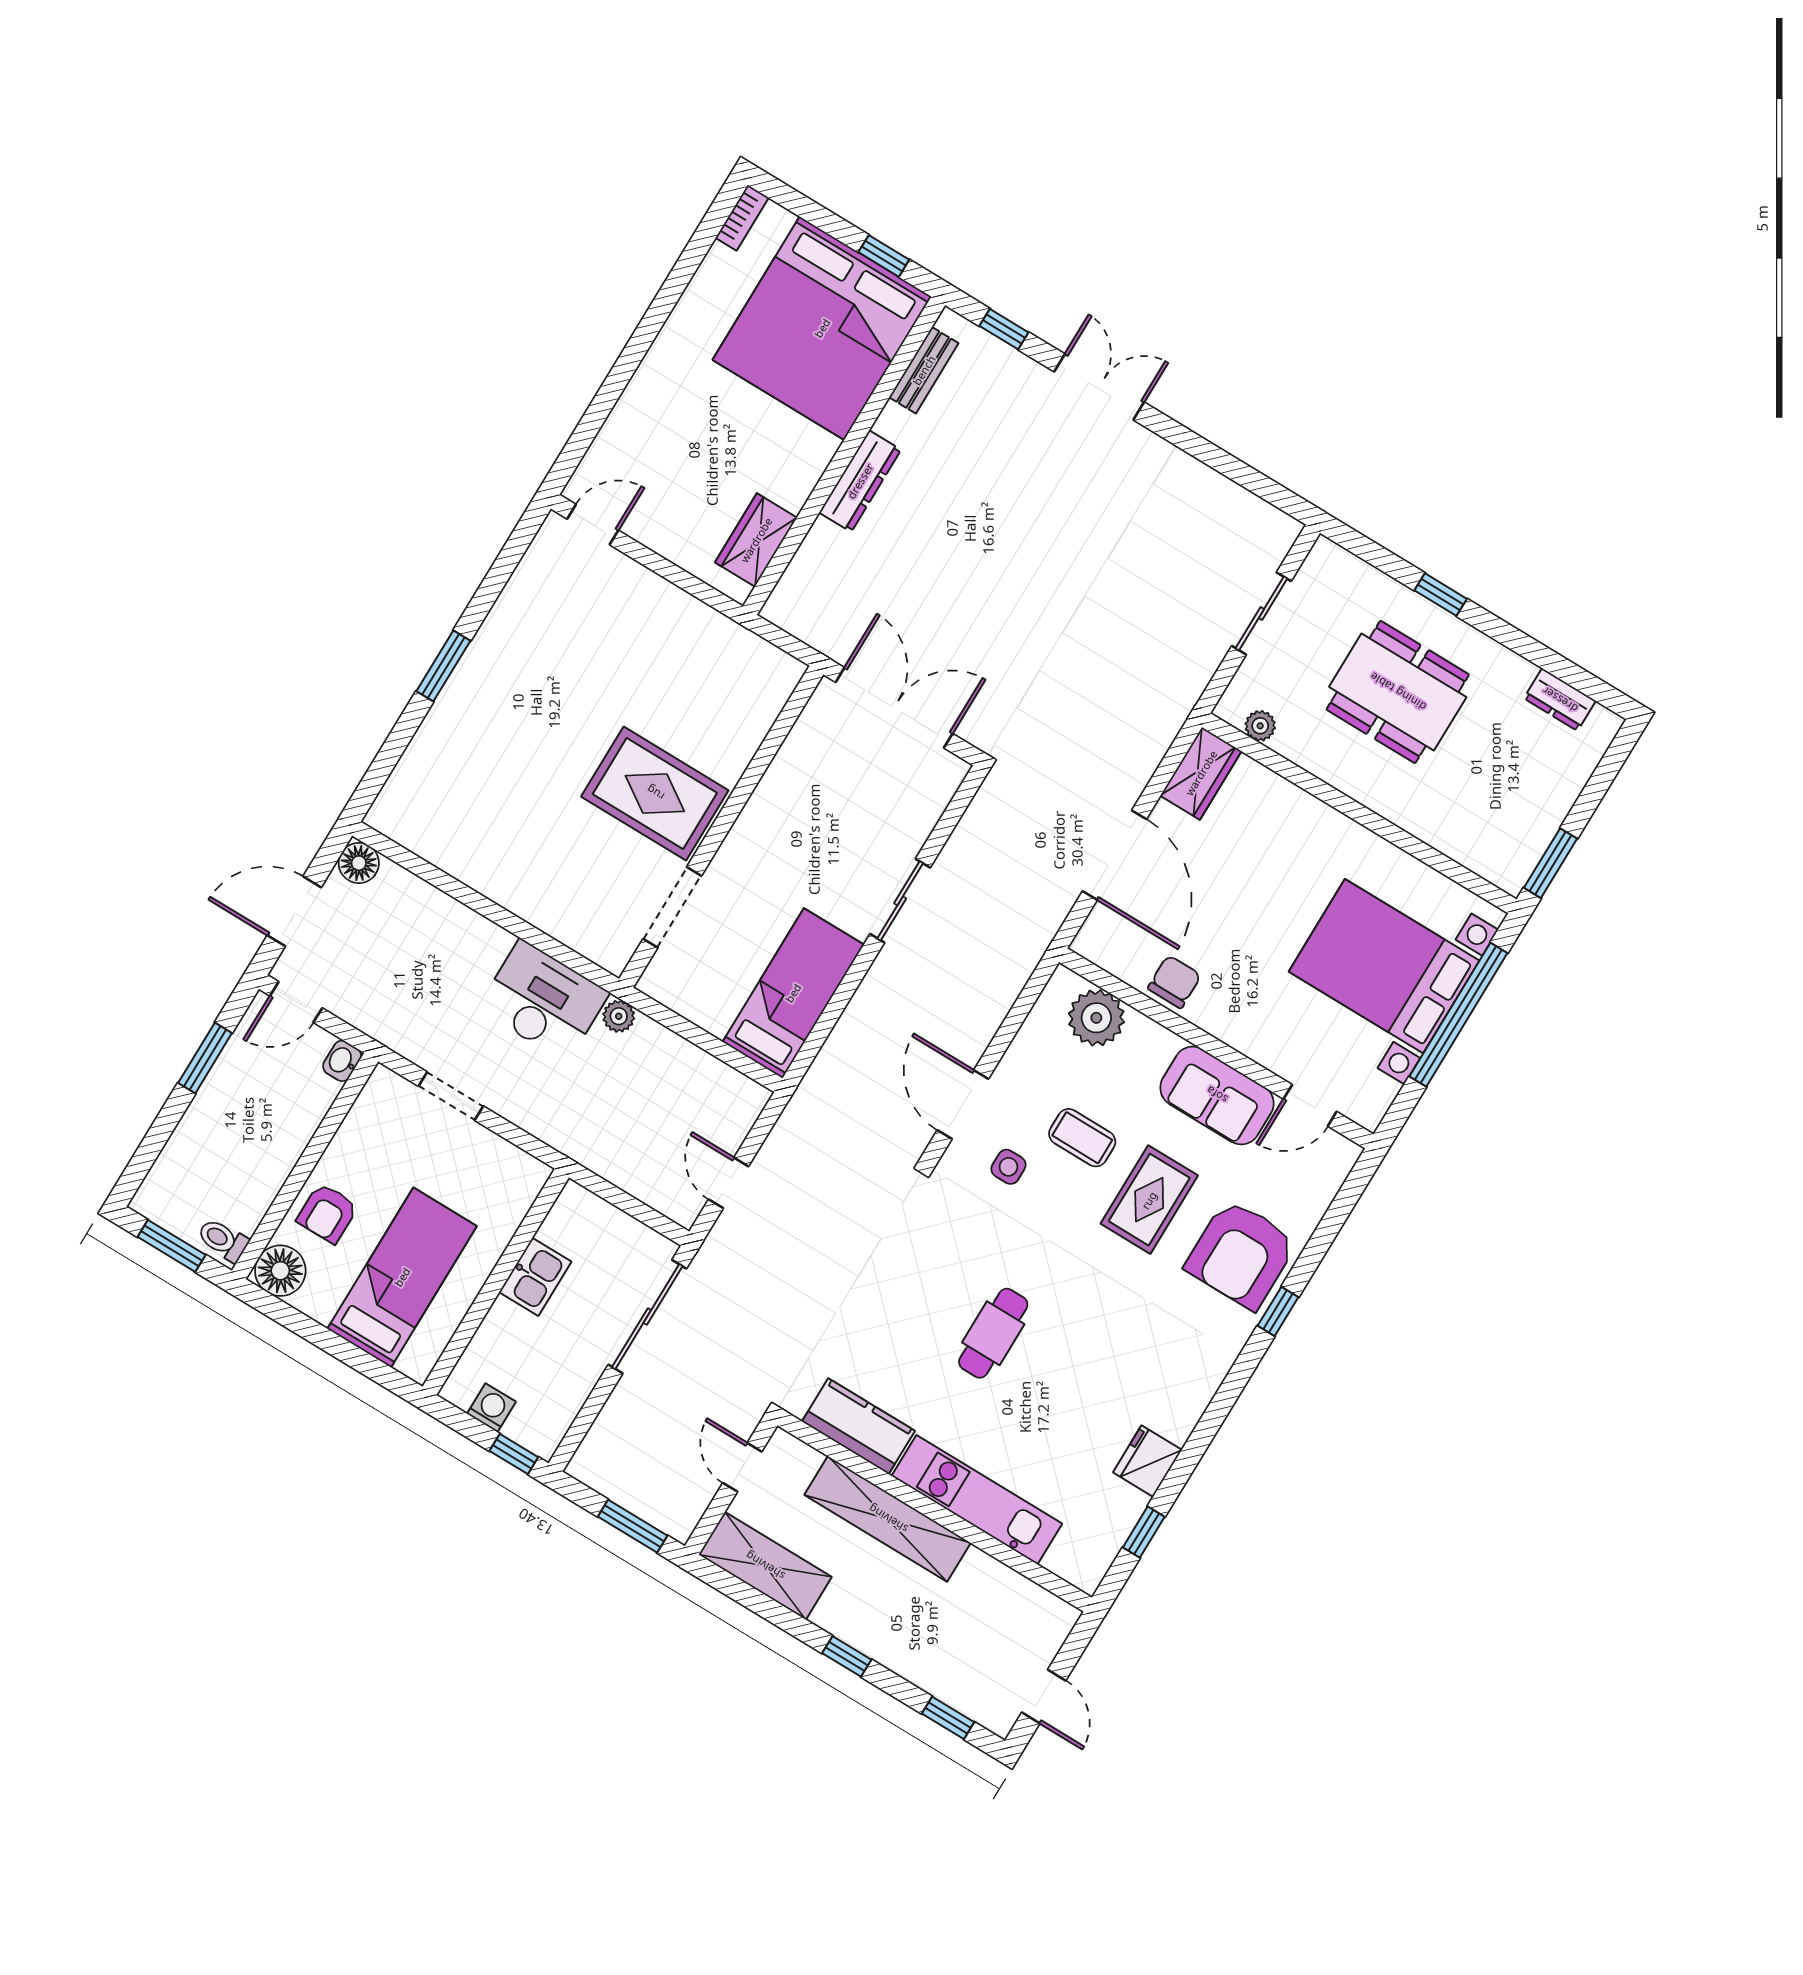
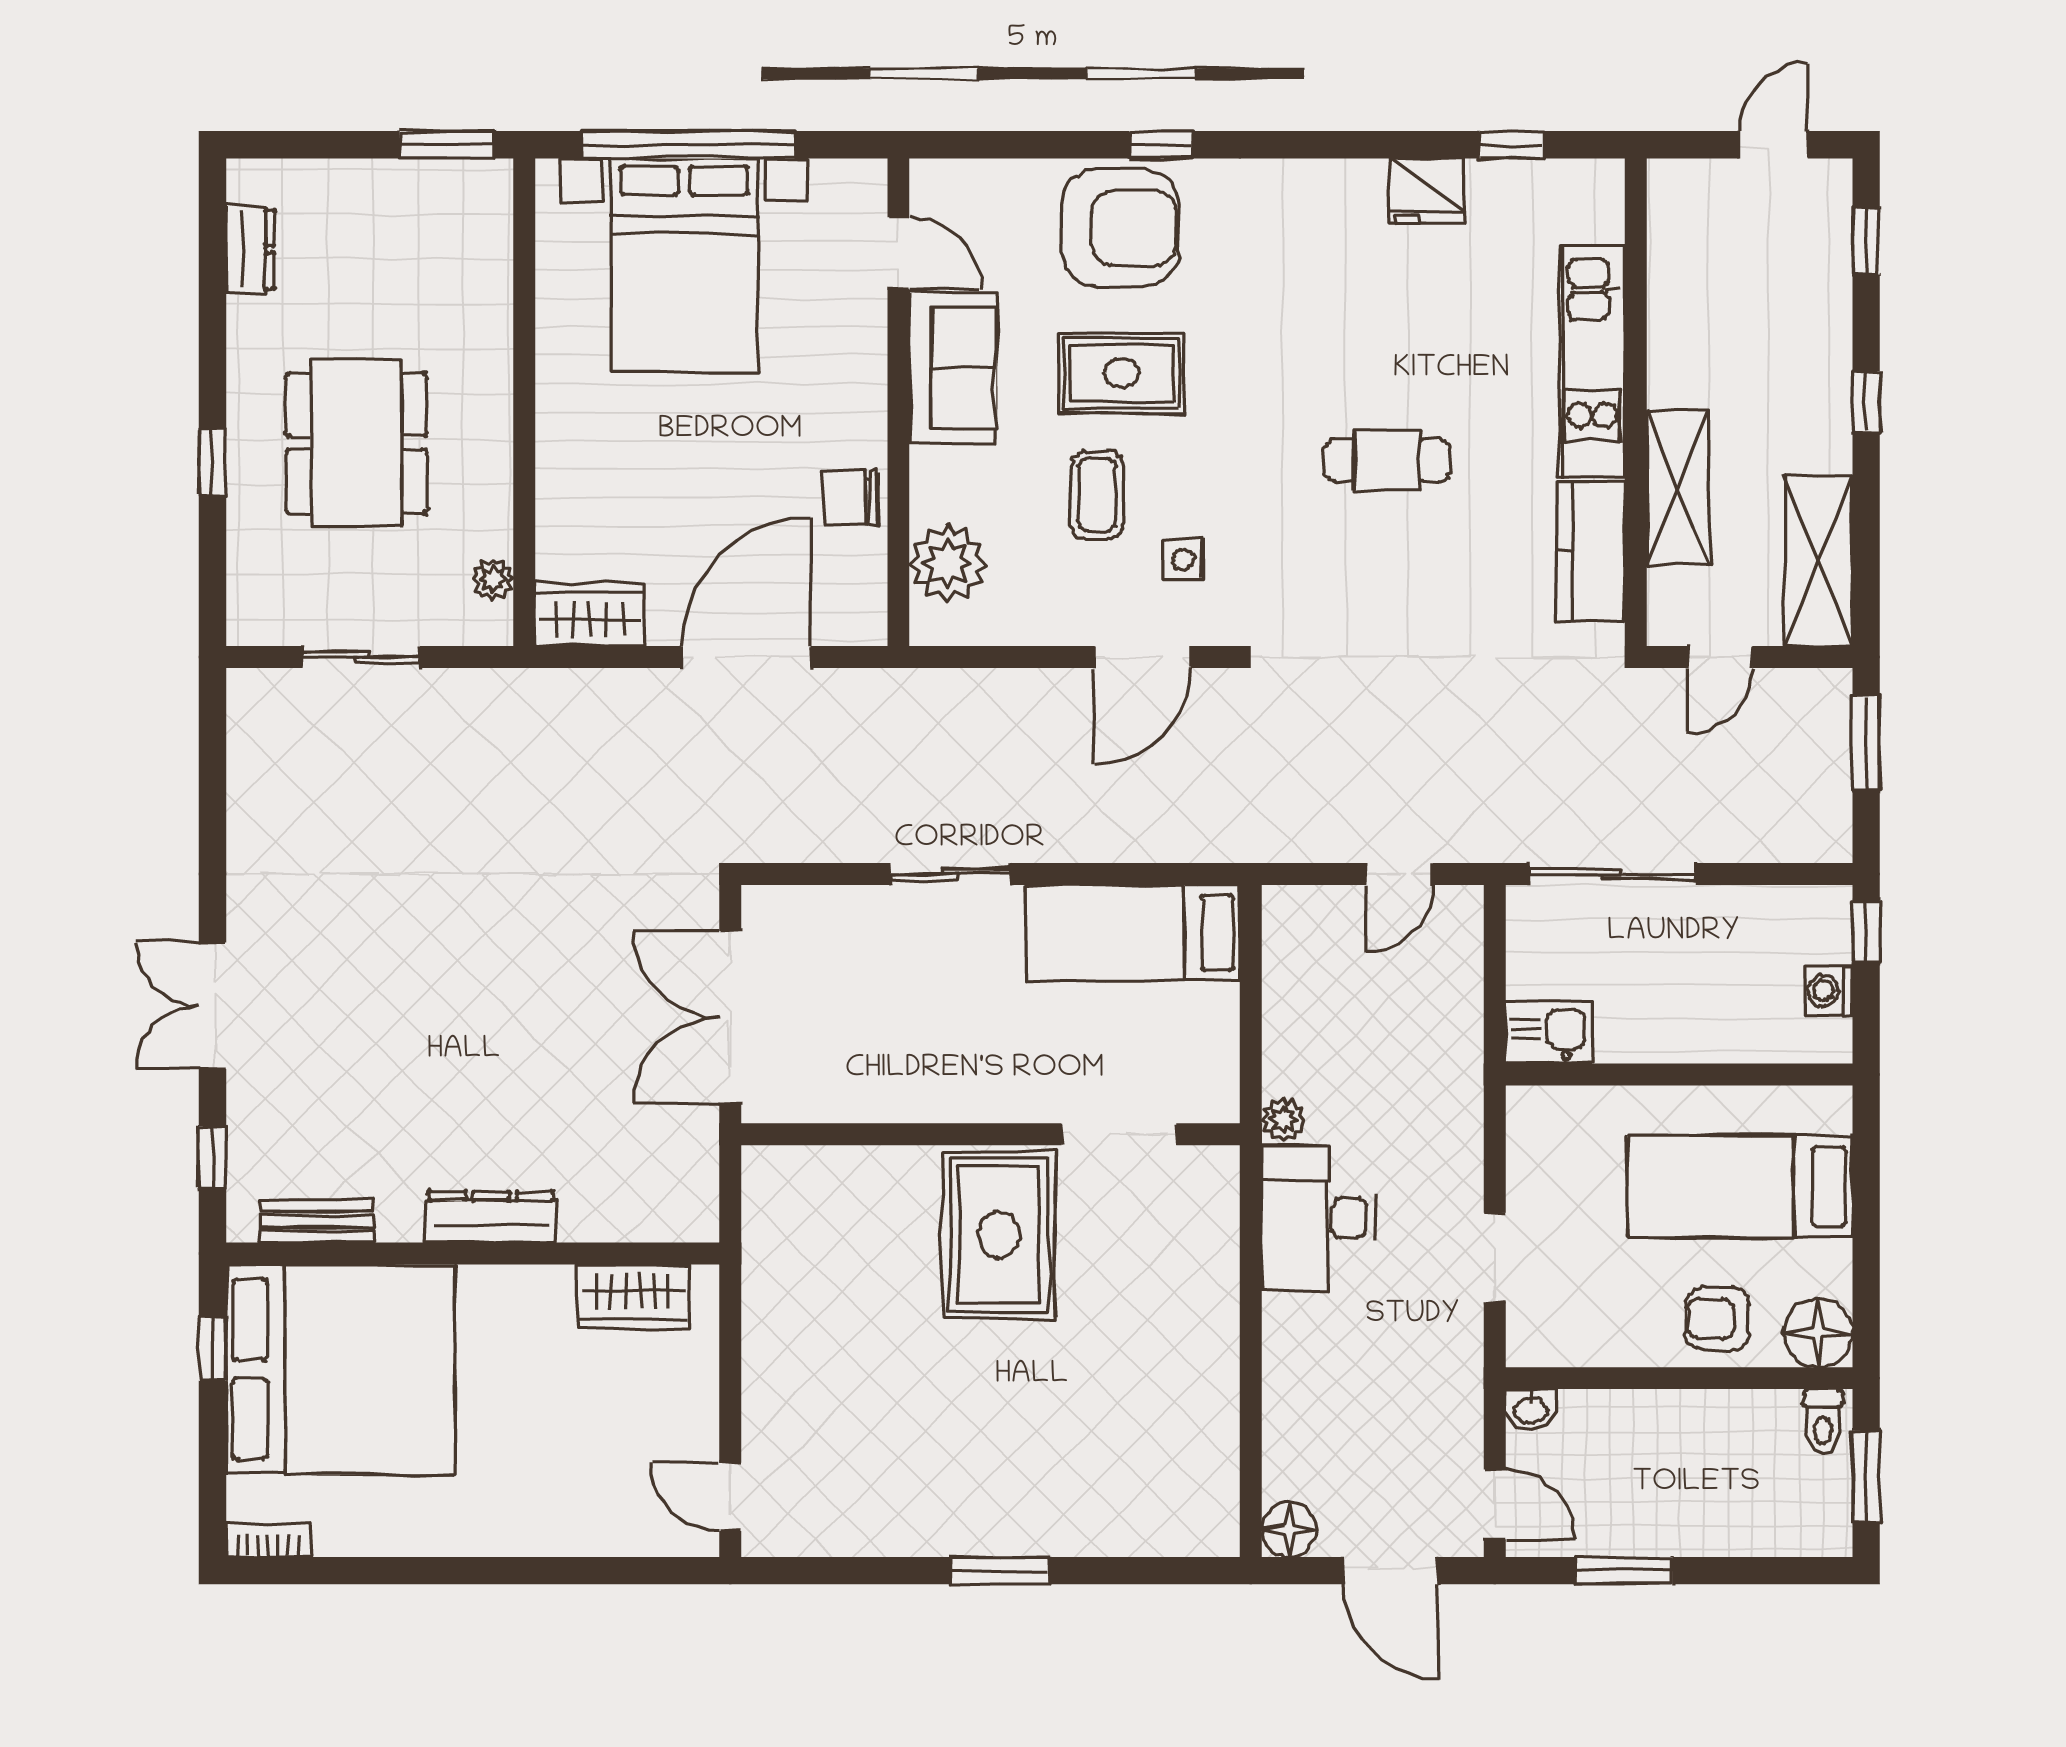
armchair: (327, 1213) -> (1718, 1319), turned 180
kitchen sink: (535, 1277) -> (1549, 1032), moved
shelving: (888, 1519) -> (1678, 488), width x0.68

